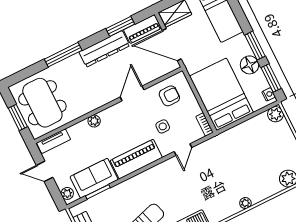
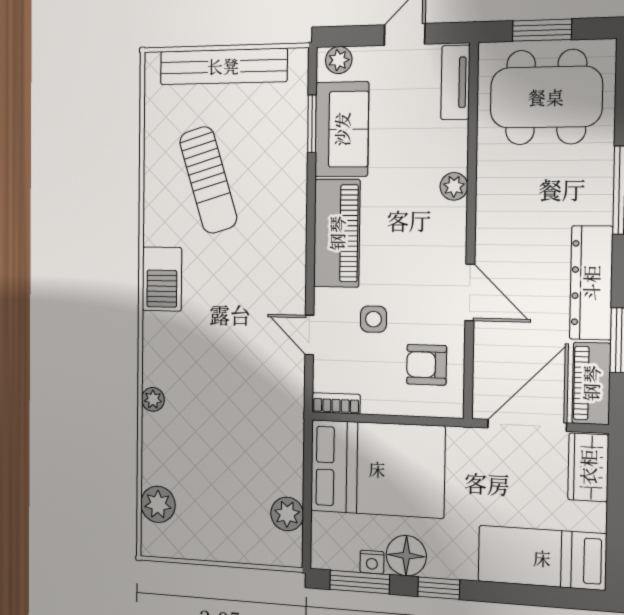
window: (255, 46) -> (439, 588), width x0.67
nightstand: (269, 94) -> (372, 562), moved
armchair: (169, 96) -> (427, 365), turned 90
plant: (275, 114) -> (287, 514), moved

